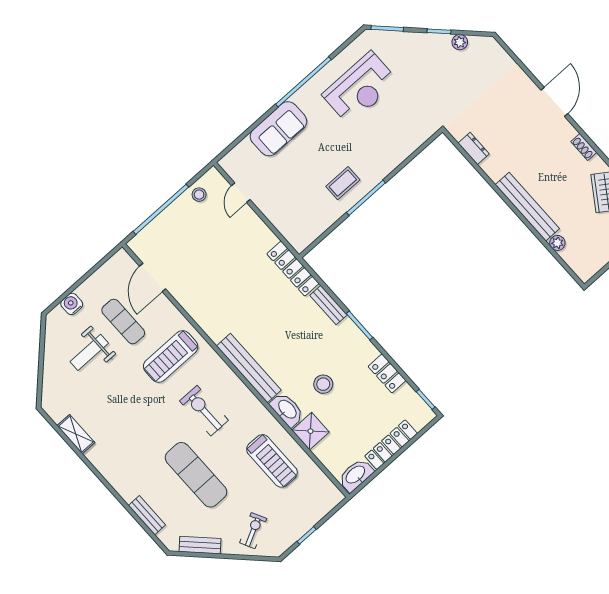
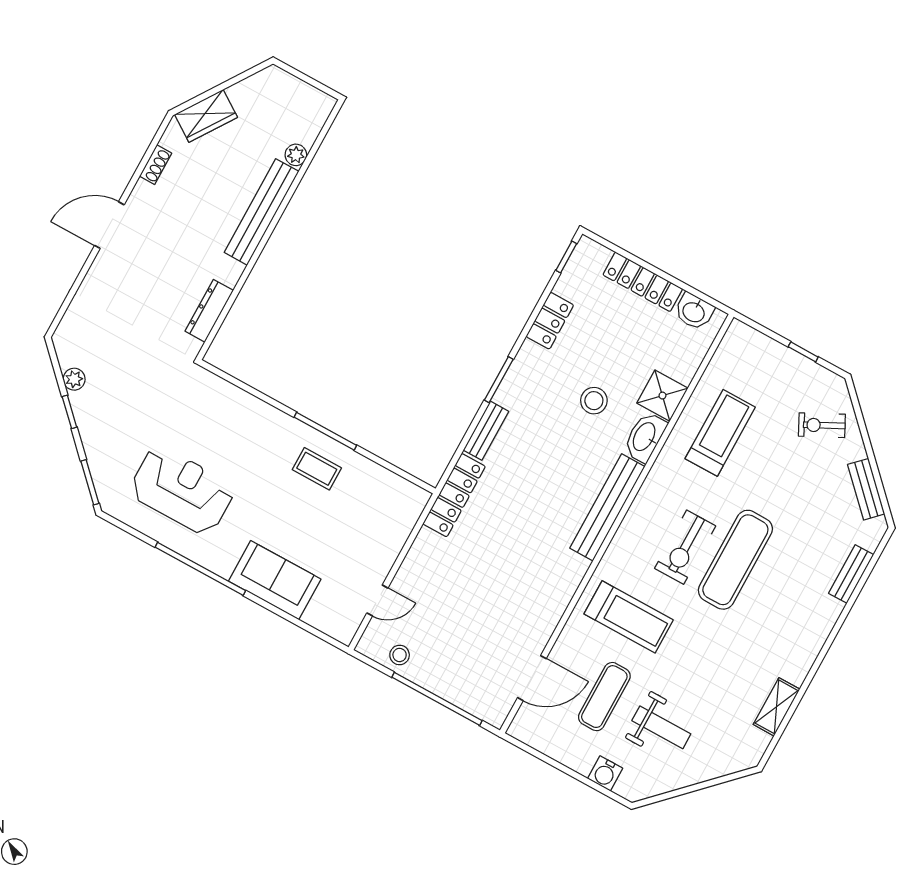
dresser: (474, 148) -> (209, 311), width x1.44
exercise mat: (196, 475) -> (735, 560), moved
washbasin: (356, 475) -> (694, 311), width x0.72

